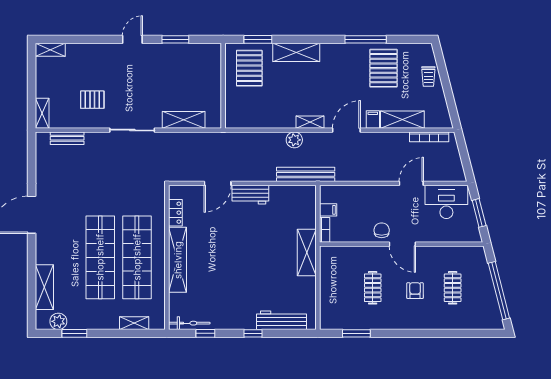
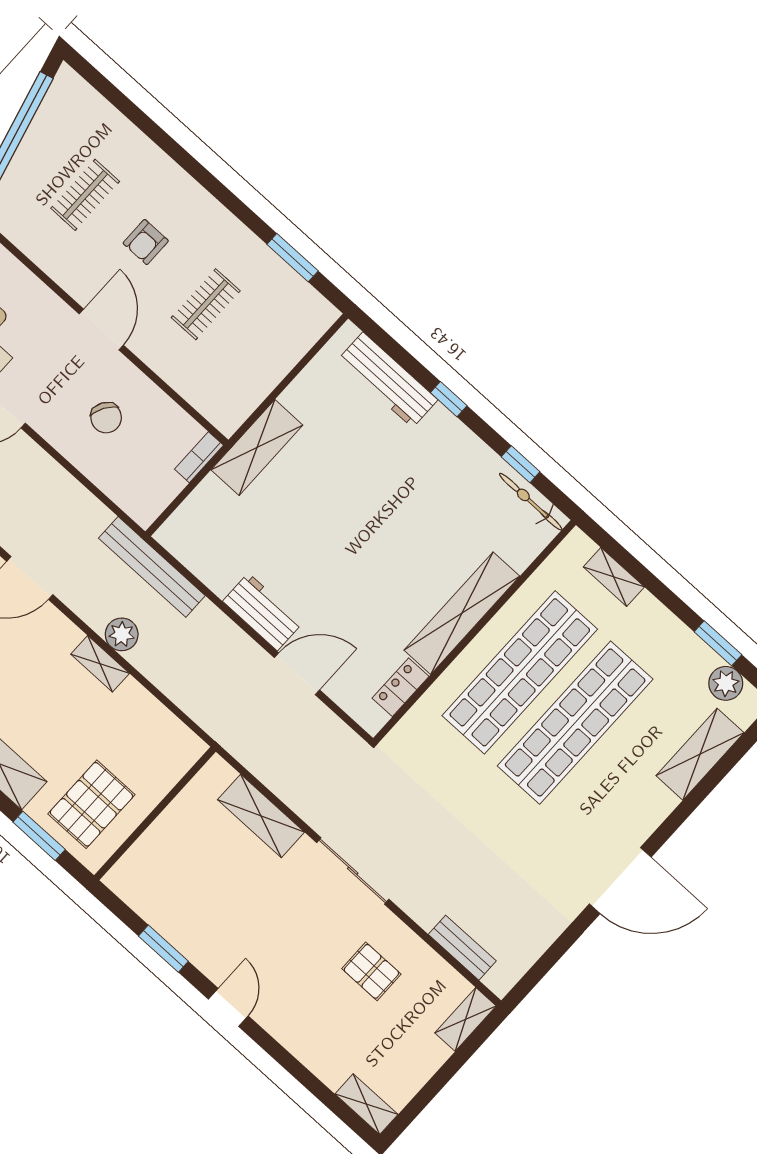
door: (132, 39) -> (228, 1007), swing flipped
shelving: (310, 122) -> (100, 664), moved
filing cabinet: (328, 210) -> (166, 483), removed
chair: (382, 230) -> (106, 418), moved, turned -59

